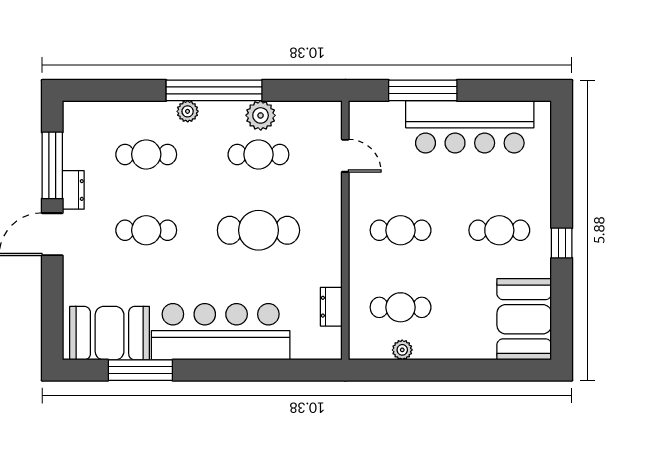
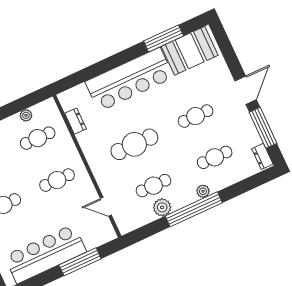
dresser: (73, 190) -> (262, 156), moved

